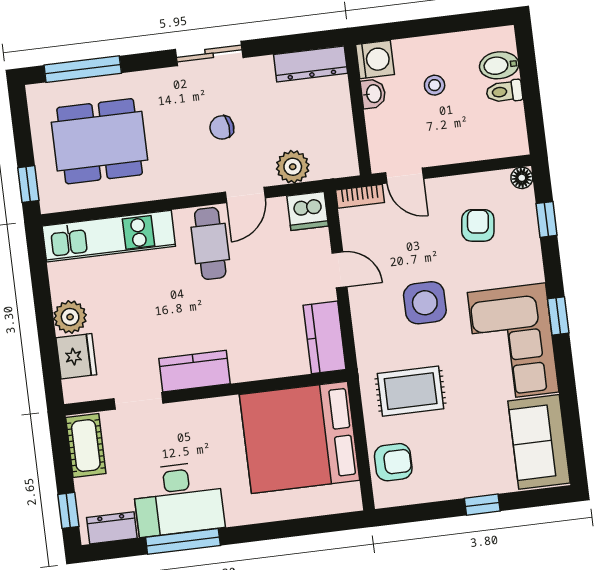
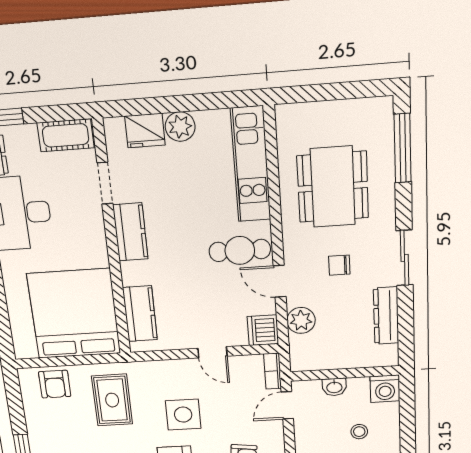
dresser: (311, 64) -> (386, 316), moved
washbasin: (373, 94) -> (334, 387), moved
chair: (222, 127) -> (339, 265), turned -82
dining table: (100, 141) -> (333, 187), moved
window: (28, 184) -> (302, 94), removed
door: (340, 270) -> (213, 352), hinge flipped
kitchen counter: (325, 337) -> (140, 314), moved, turned 90

